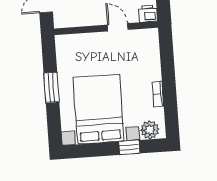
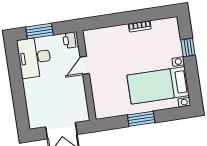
bed with nightstands: (99, 109) -> (158, 85), width x0.73
plant: (150, 130) -> (171, 31), removed

